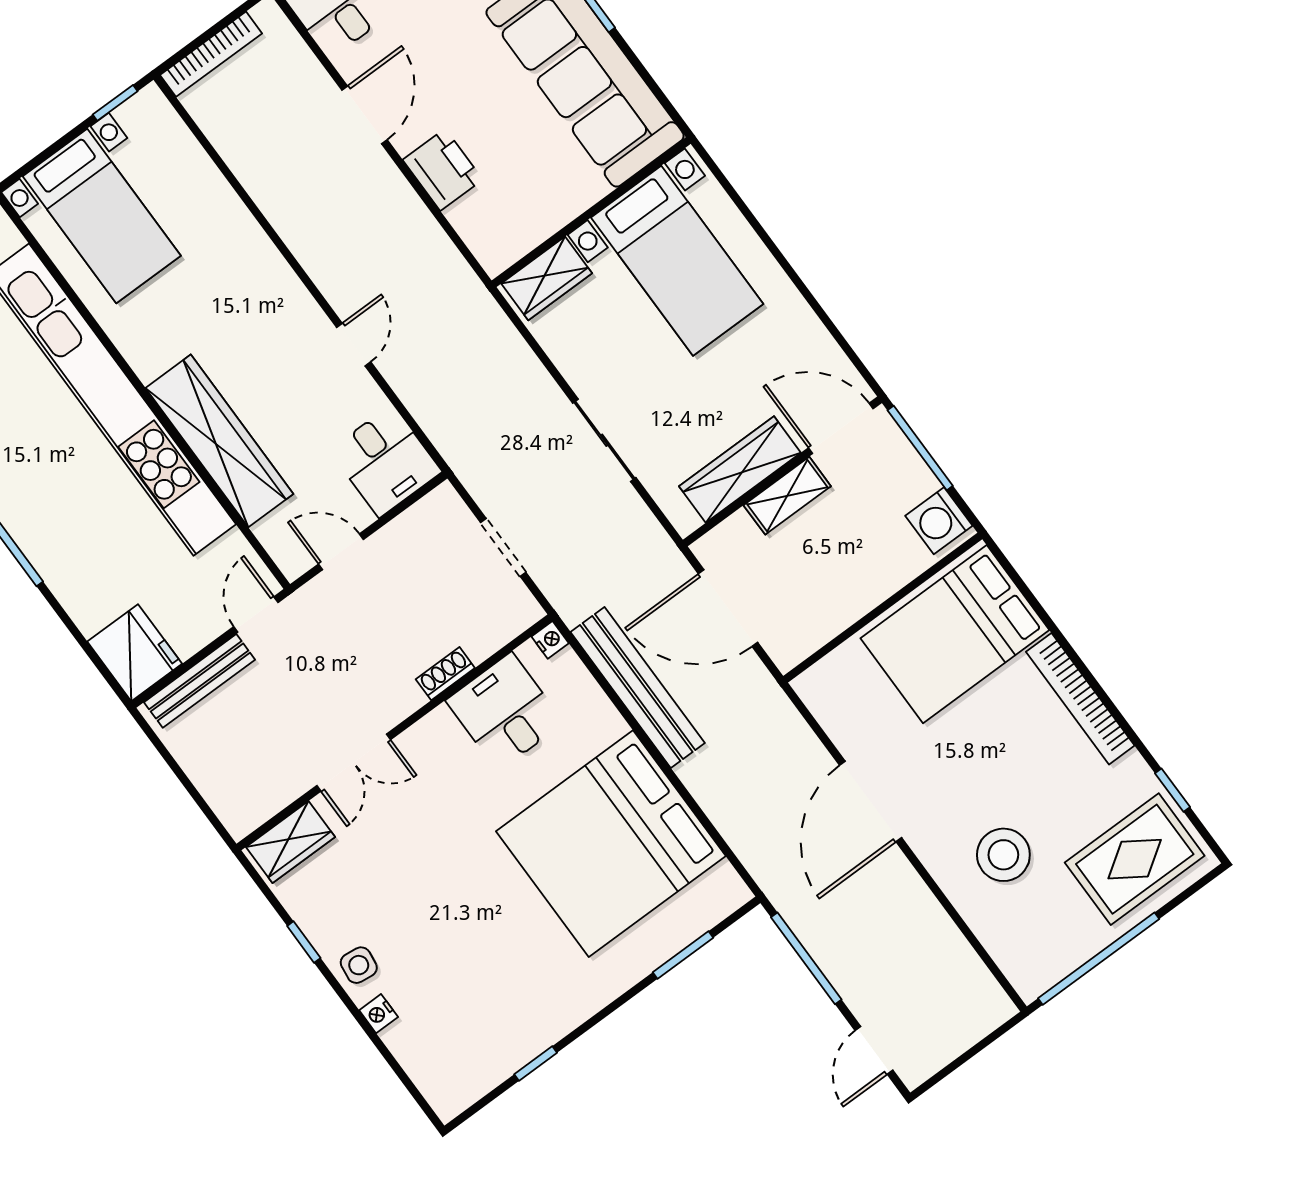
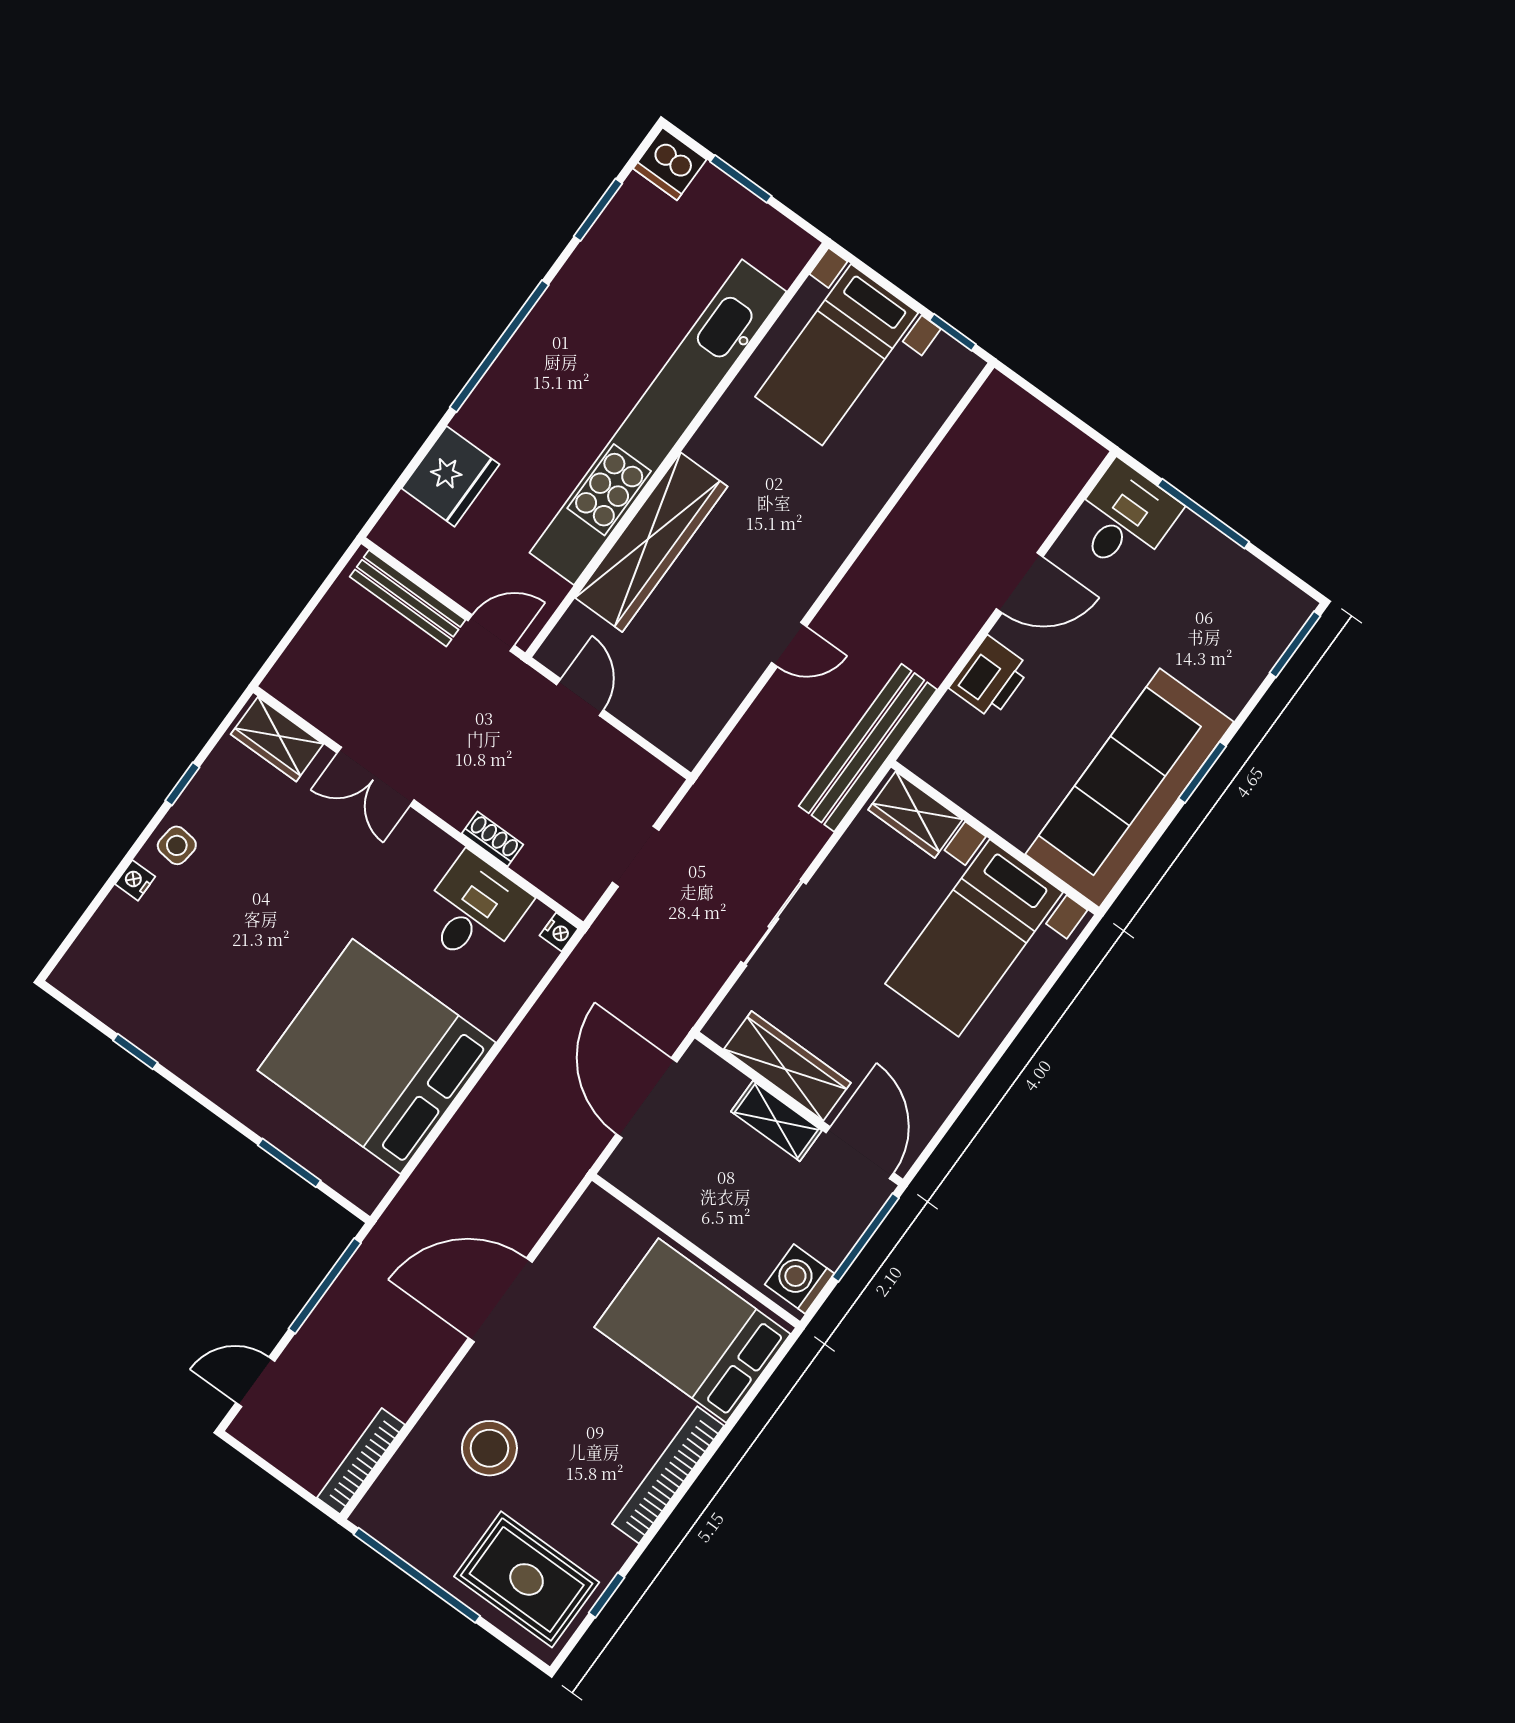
bookcase: (211, 54) -> (361, 1461), moved, turned 90
desk: (386, 461) -> (684, 713), removed
fridge: (135, 653) -> (451, 476), moved
bench: (638, 688) -> (868, 748), moved

